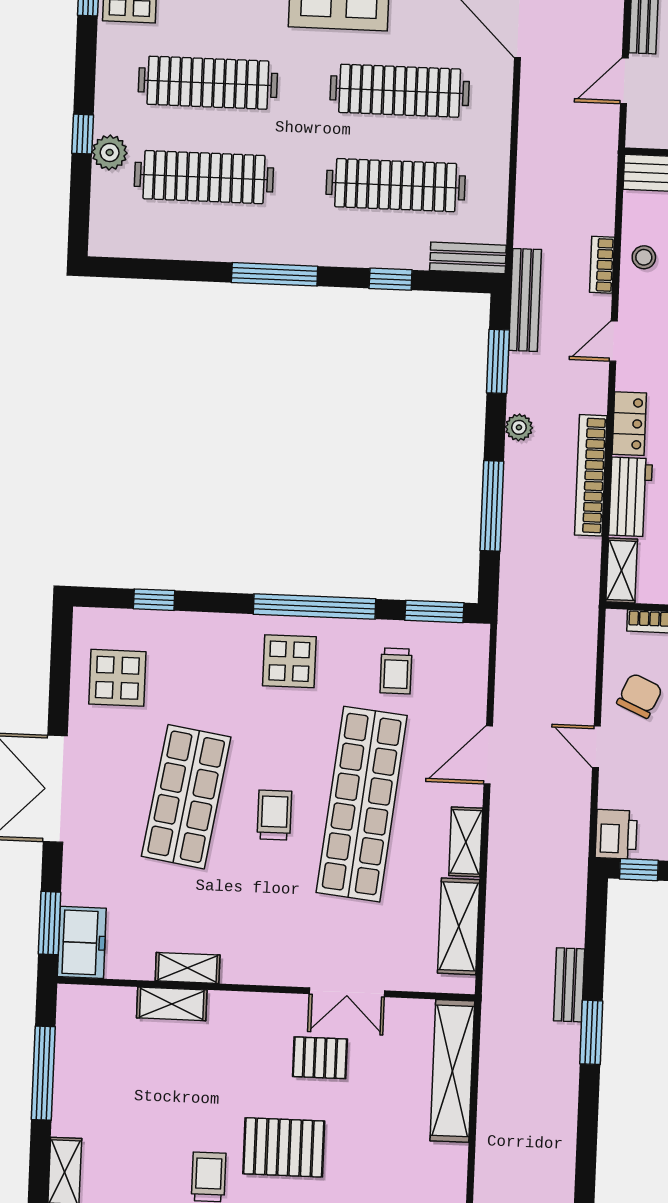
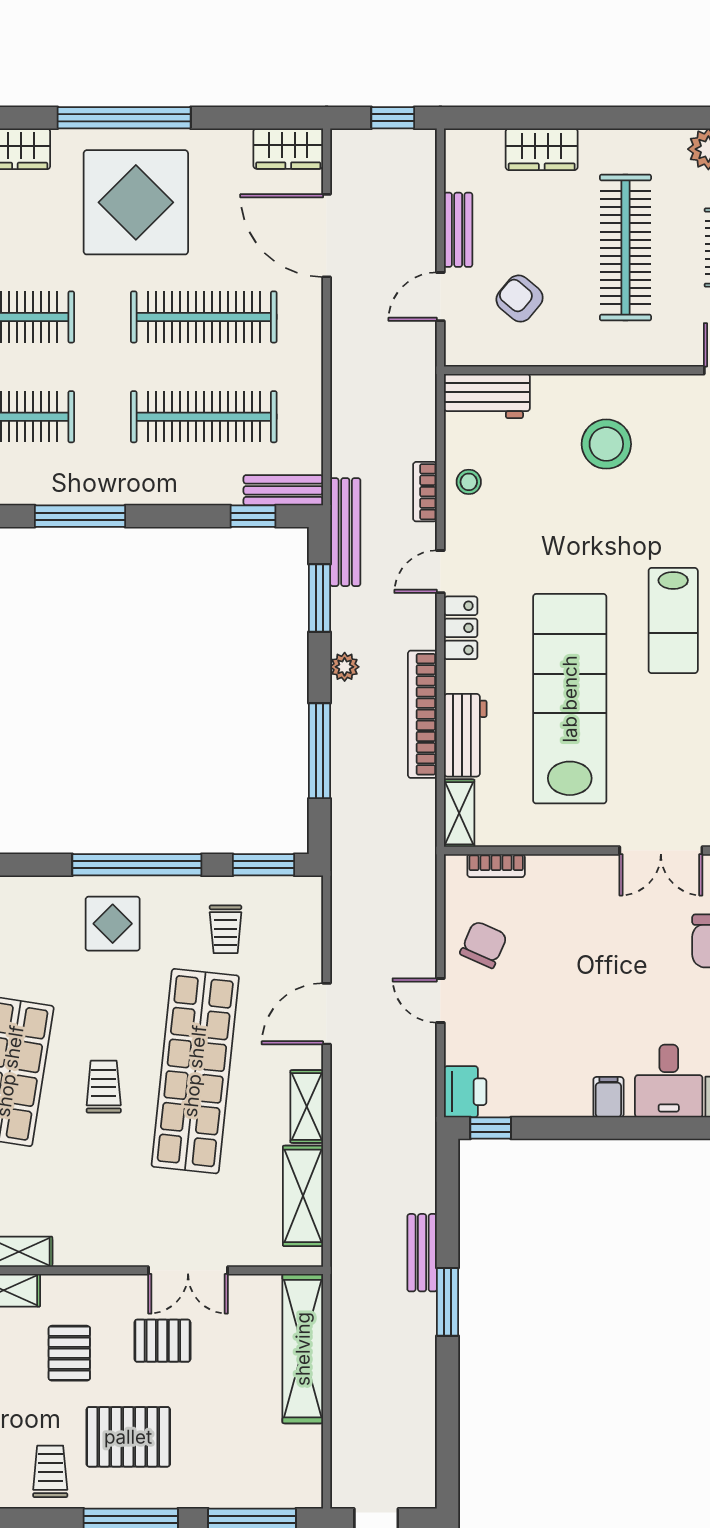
window: (391, 279) -> (253, 516), moved
locker: (629, 424) -> (461, 628), moved
pallet: (231, 1066) -> (69, 1353), added

